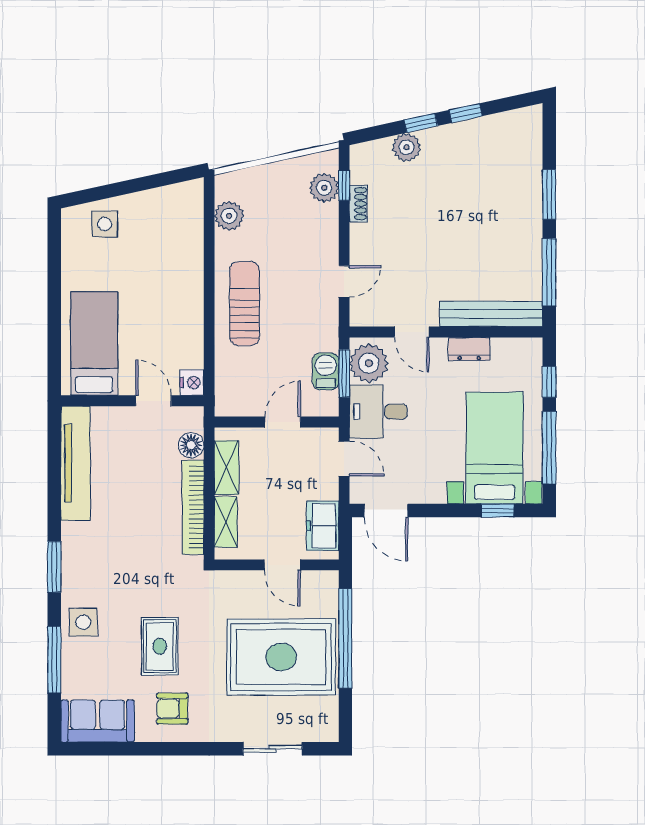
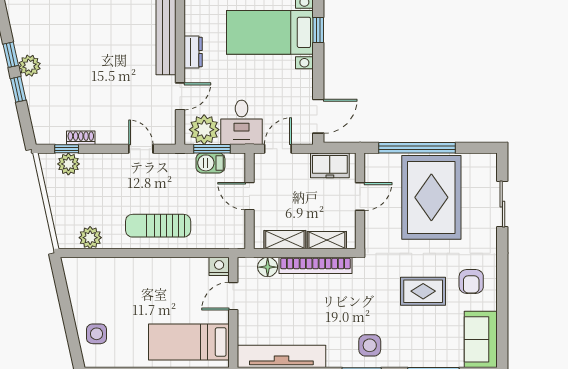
plant: (407, 147) -> (30, 66), moved
side table: (83, 622) -> (370, 345), moved

